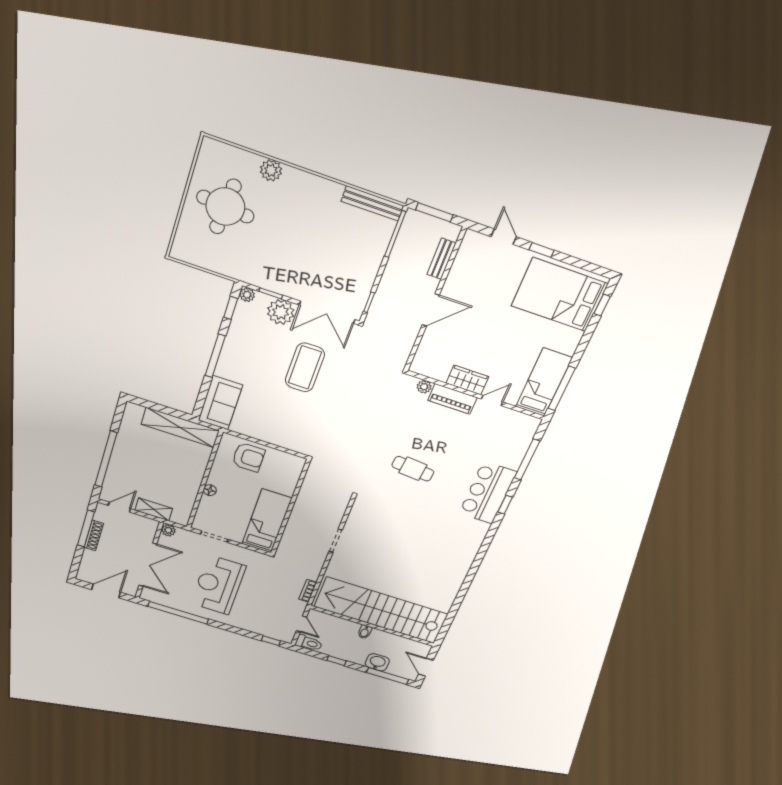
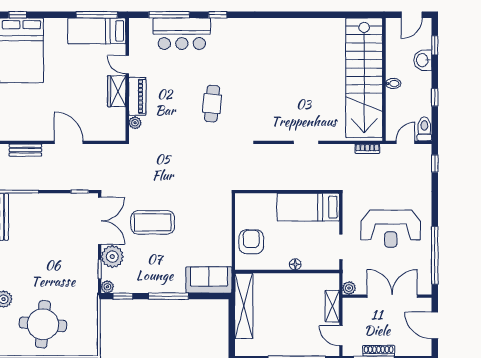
bar counter: (488, 493) -> (182, 34), moved
window: (388, 676) -> (435, 45), width x0.46

